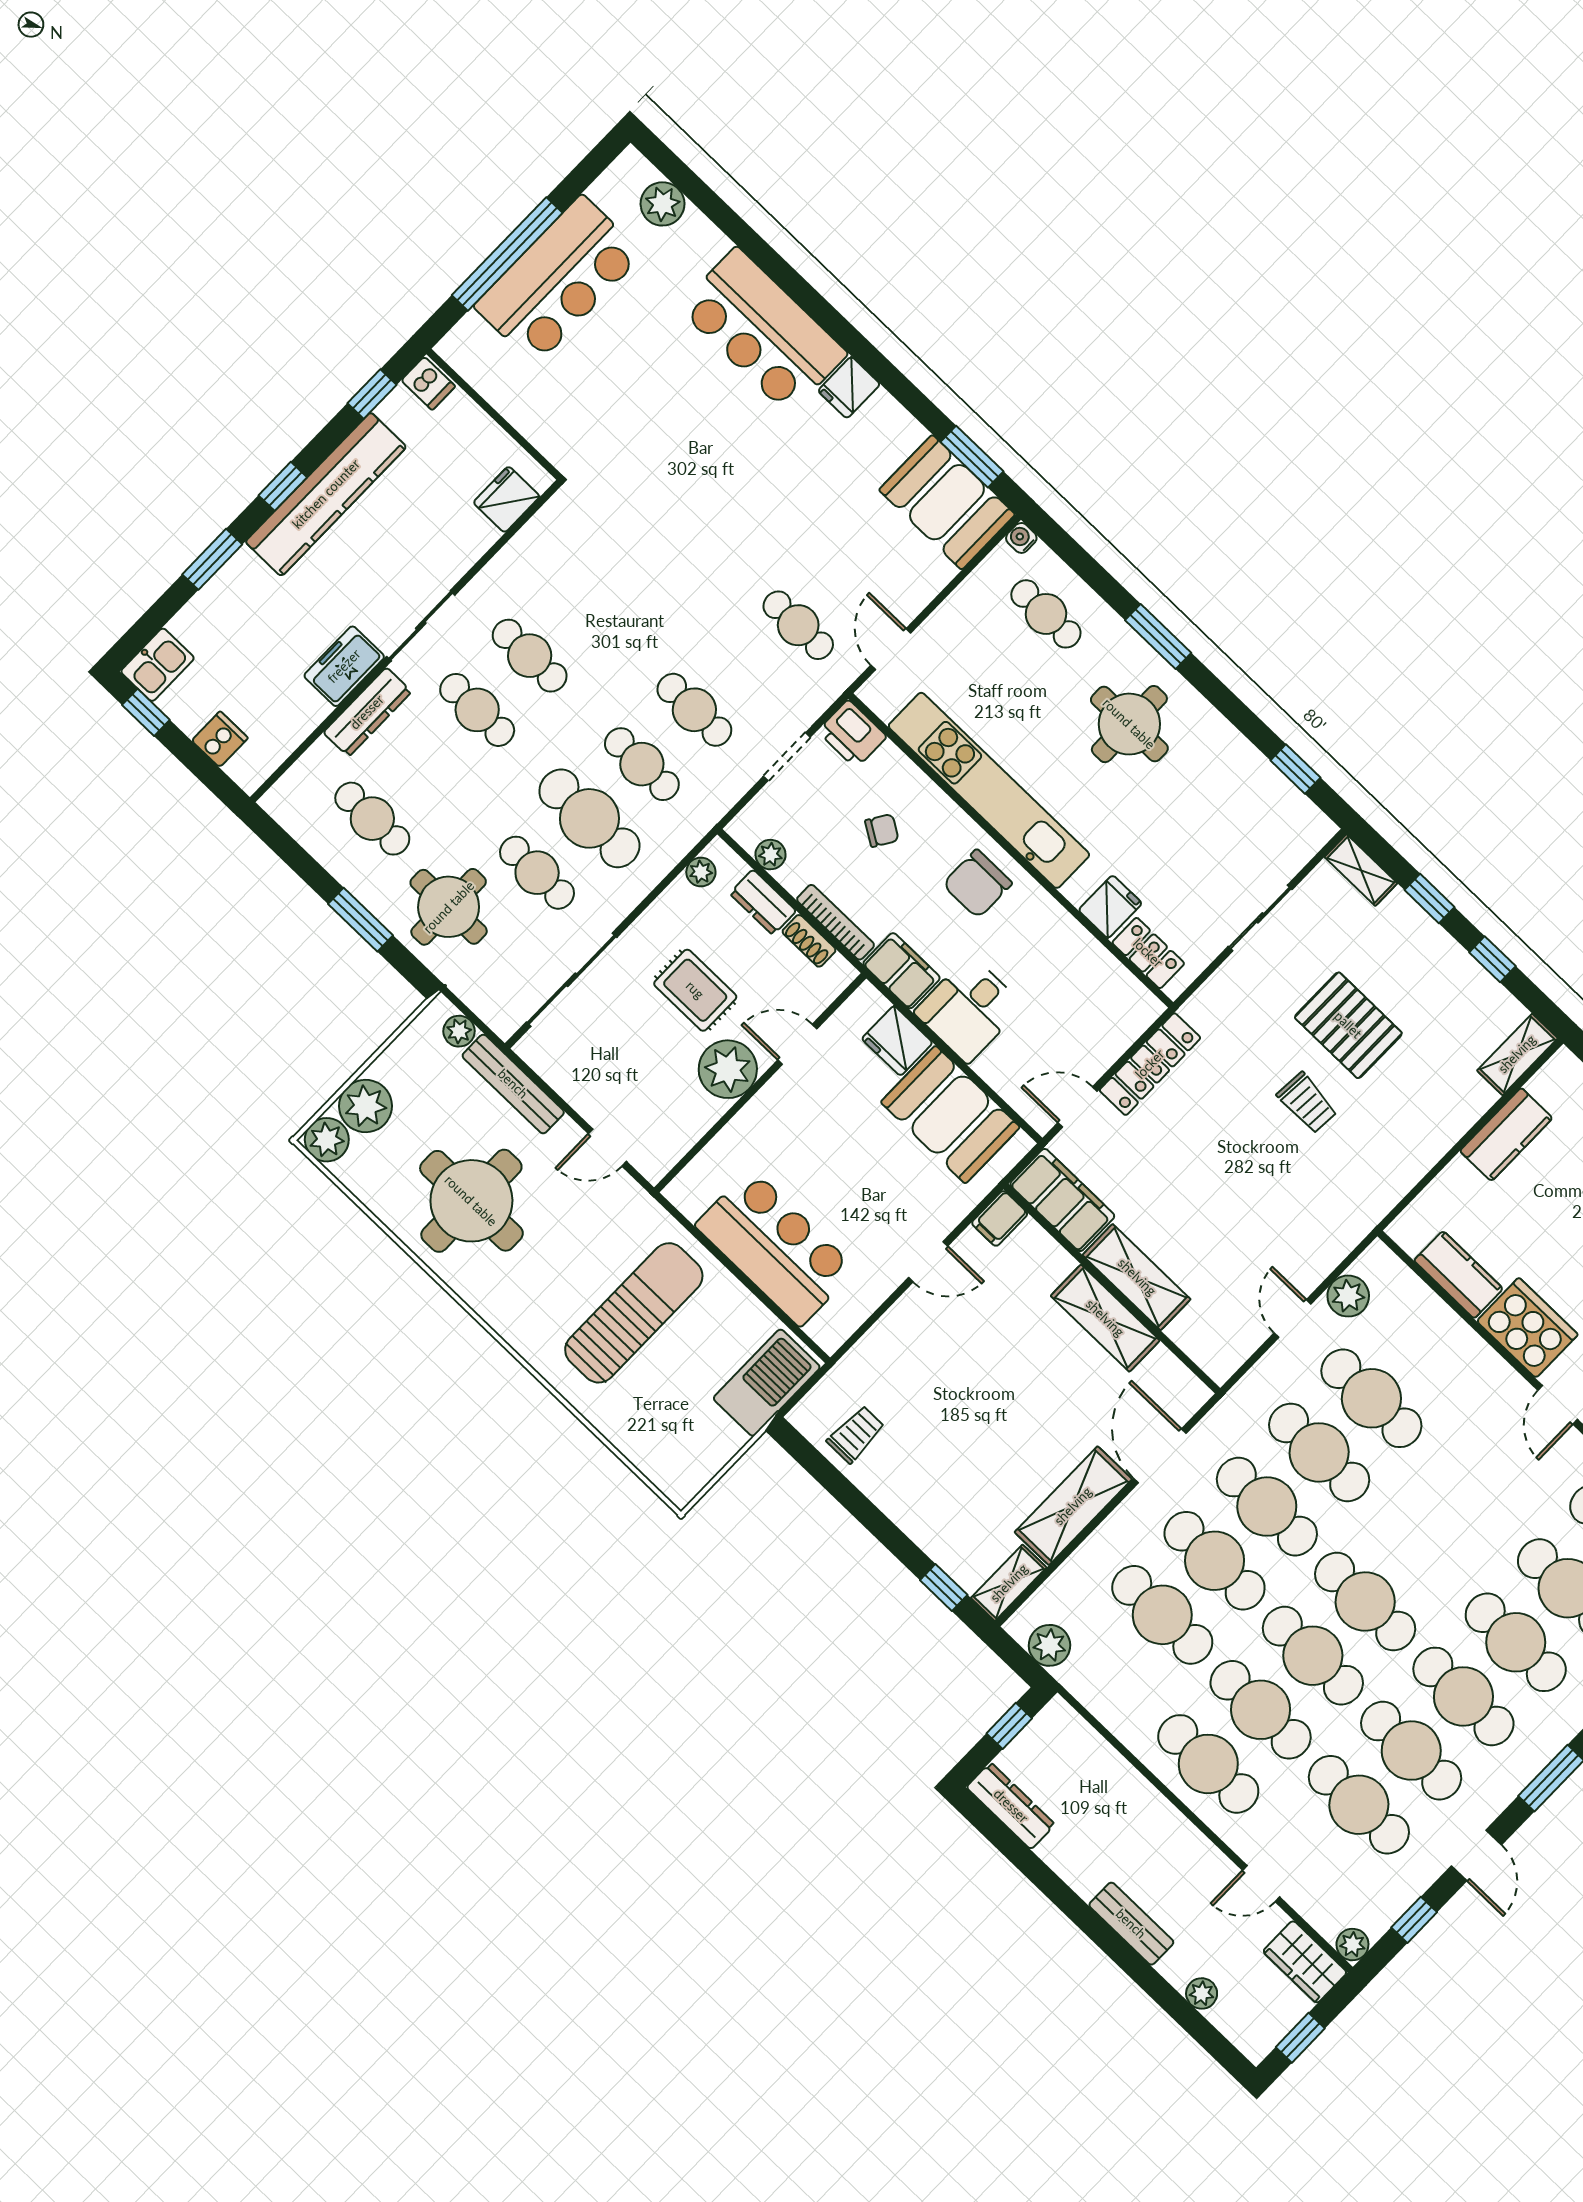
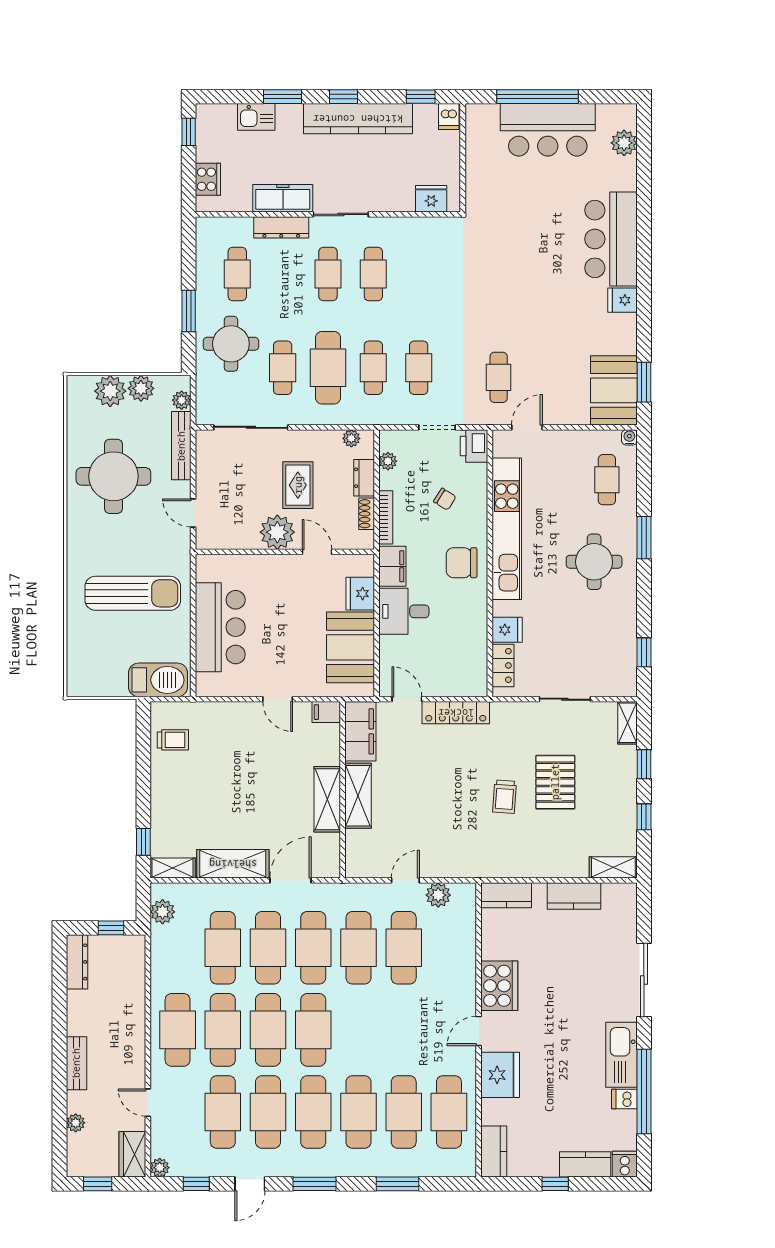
kitchen sink: (157, 665) -> (256, 117), moved
freezer: (344, 666) -> (283, 198), width x1.40
cooker: (220, 739) -> (208, 179), width x1.36
plant: (327, 1140) -> (141, 388), moved
kitchen counter: (1458, 1275) -> (506, 895), moved, turned 90

